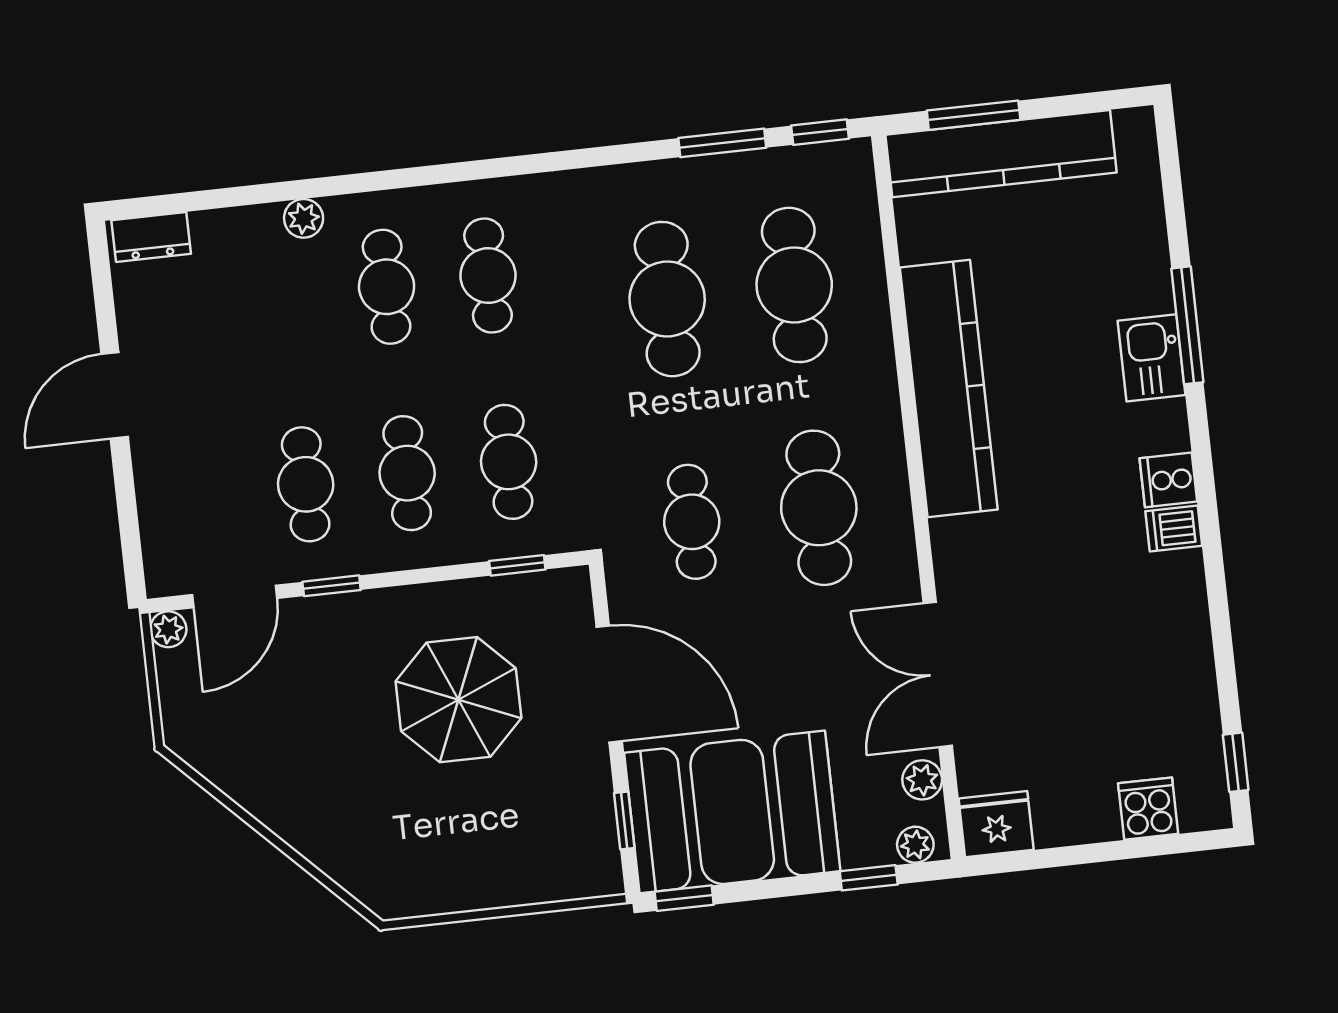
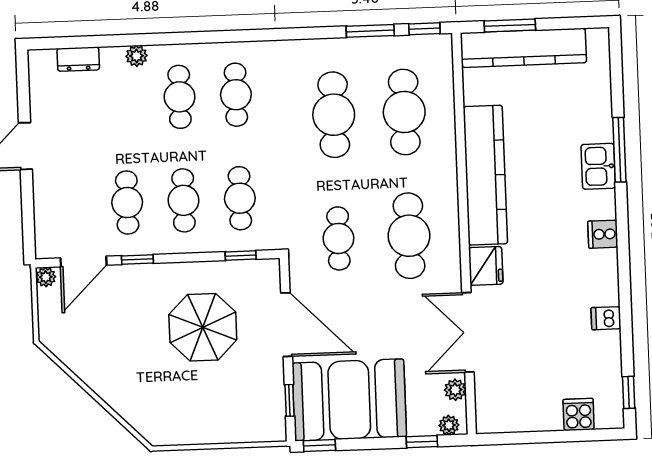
dresser: (151, 237) -> (78, 59), moved
dishwasher: (1174, 529) -> (606, 318), moved
fridge: (996, 824) -> (486, 266), moved, turned 90

